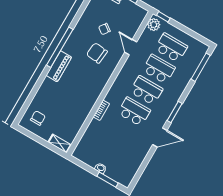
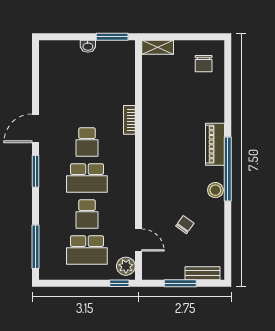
stool: (74, 39) -> (215, 190), added
door: (131, 47) -> (138, 240), moved
chair: (97, 53) -> (177, 189), removed
school desk: (159, 69) -> (87, 214), width x0.54
school desk: (134, 112) -> (87, 142), width x0.54
window: (108, 180) -> (112, 37), moved

